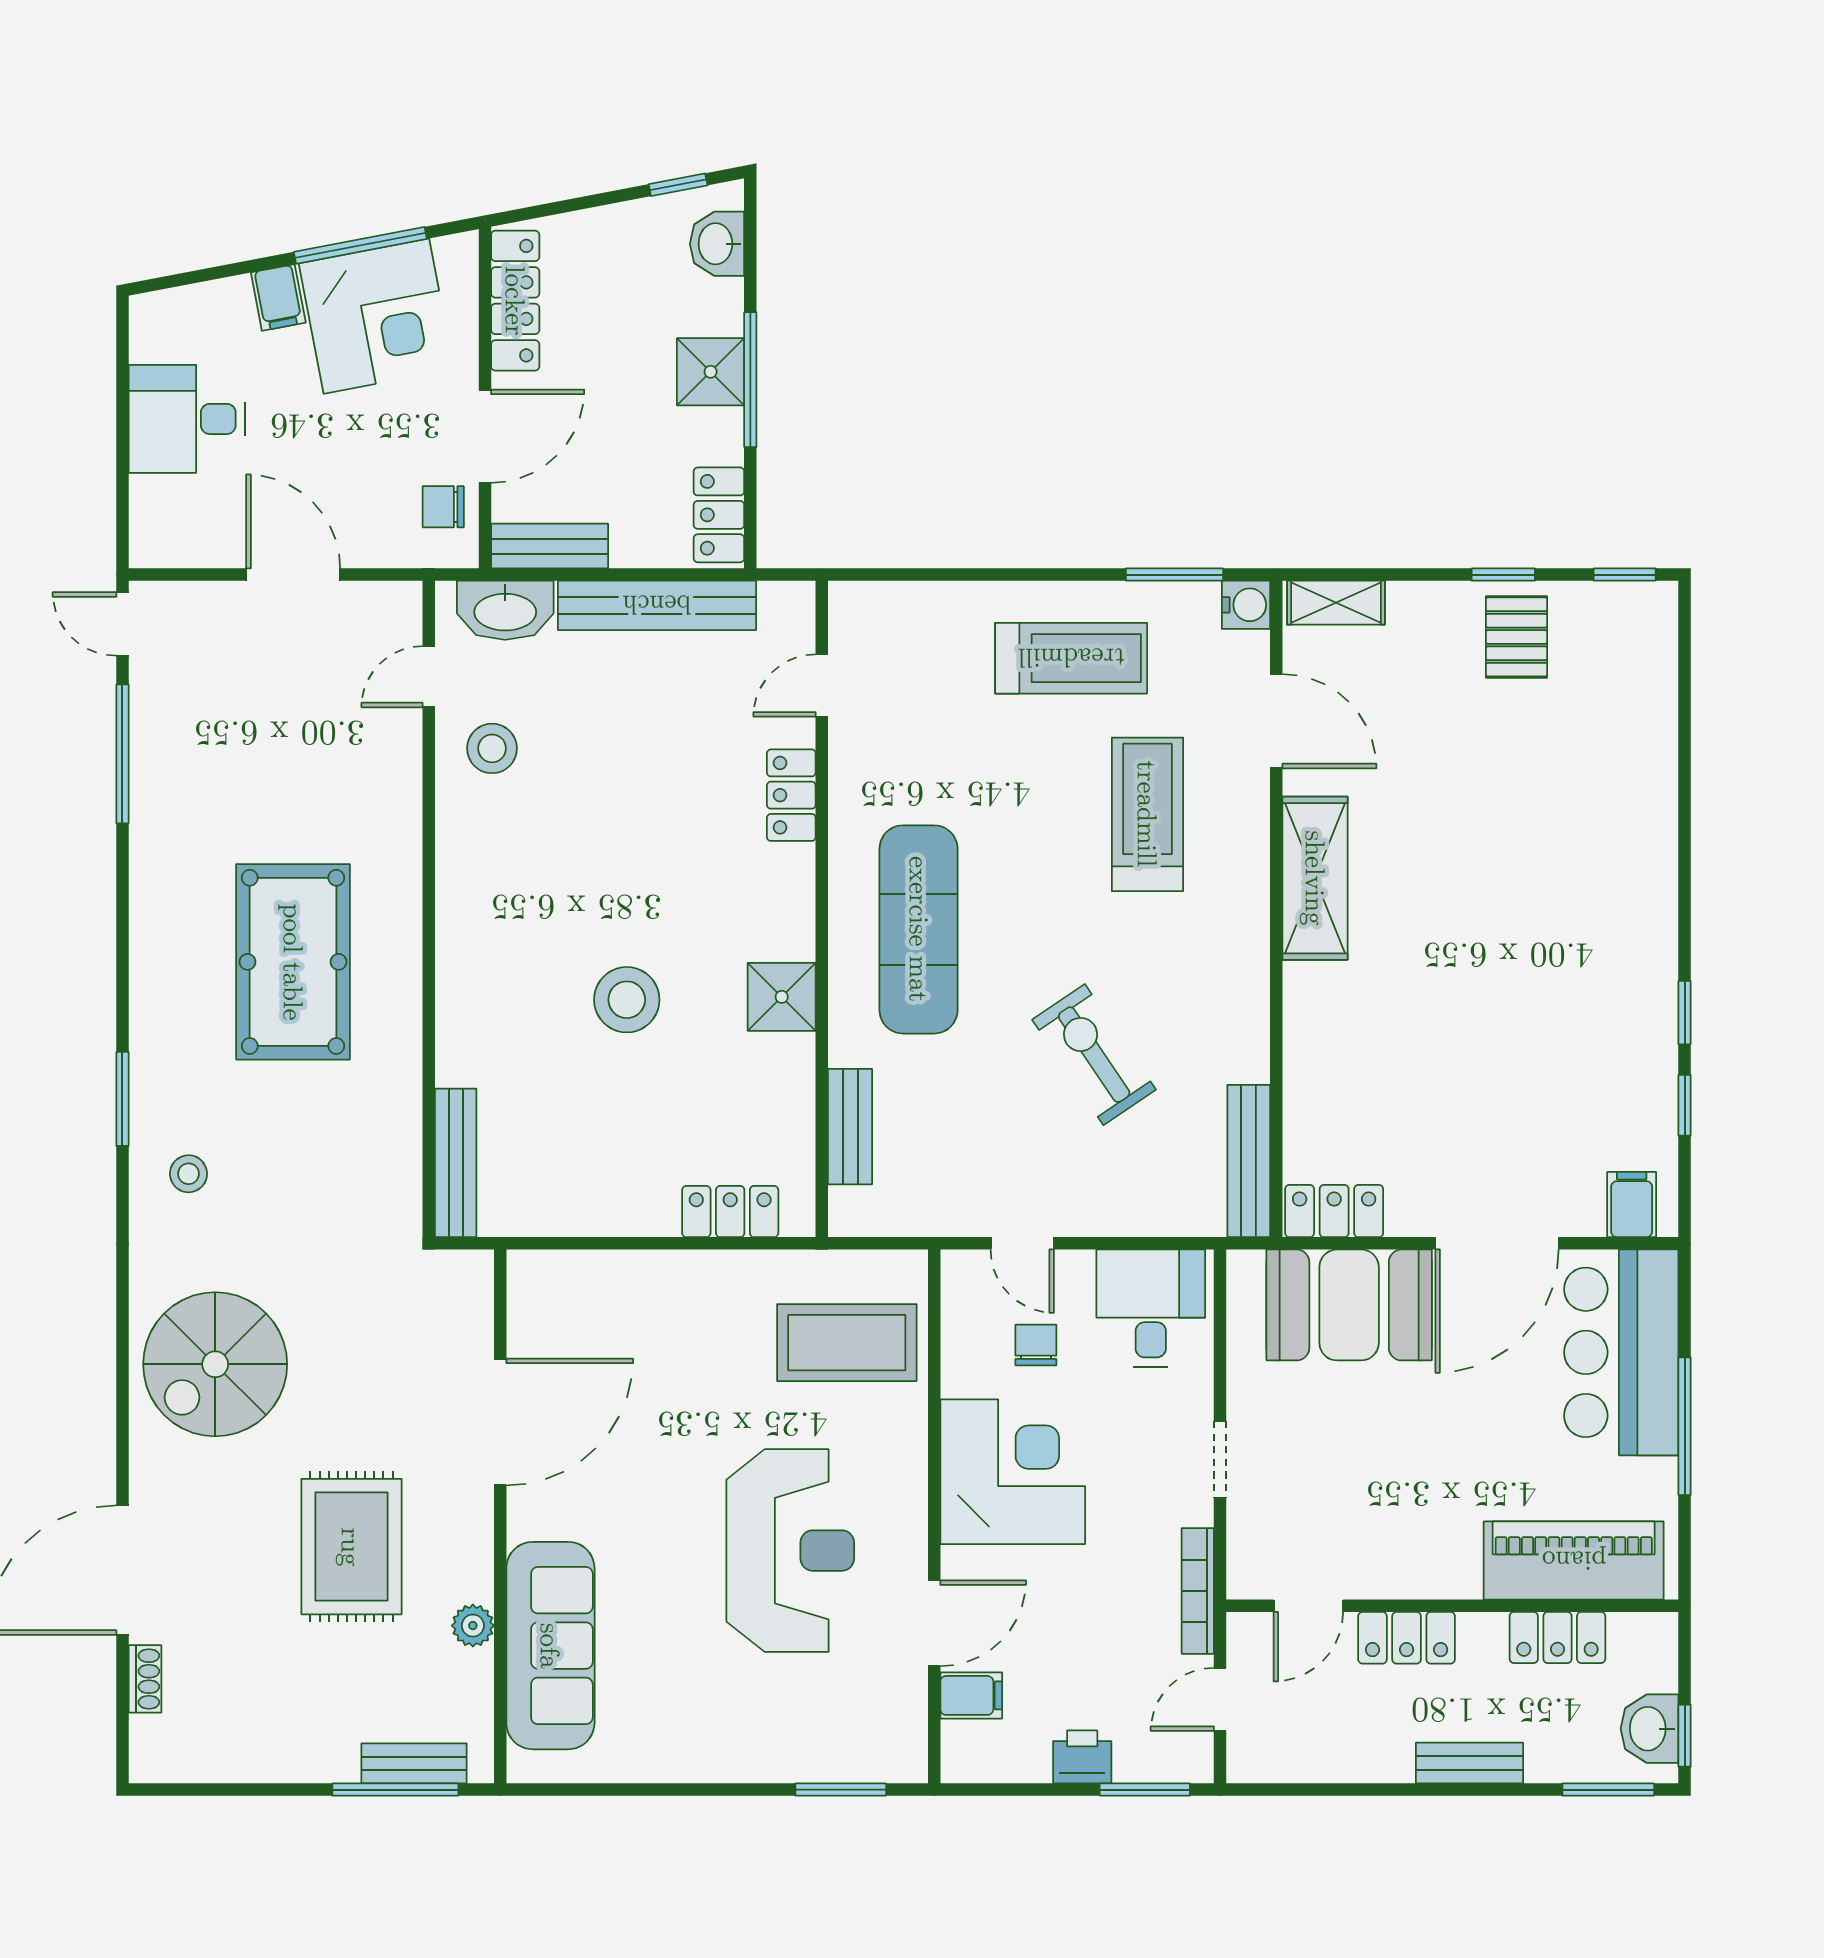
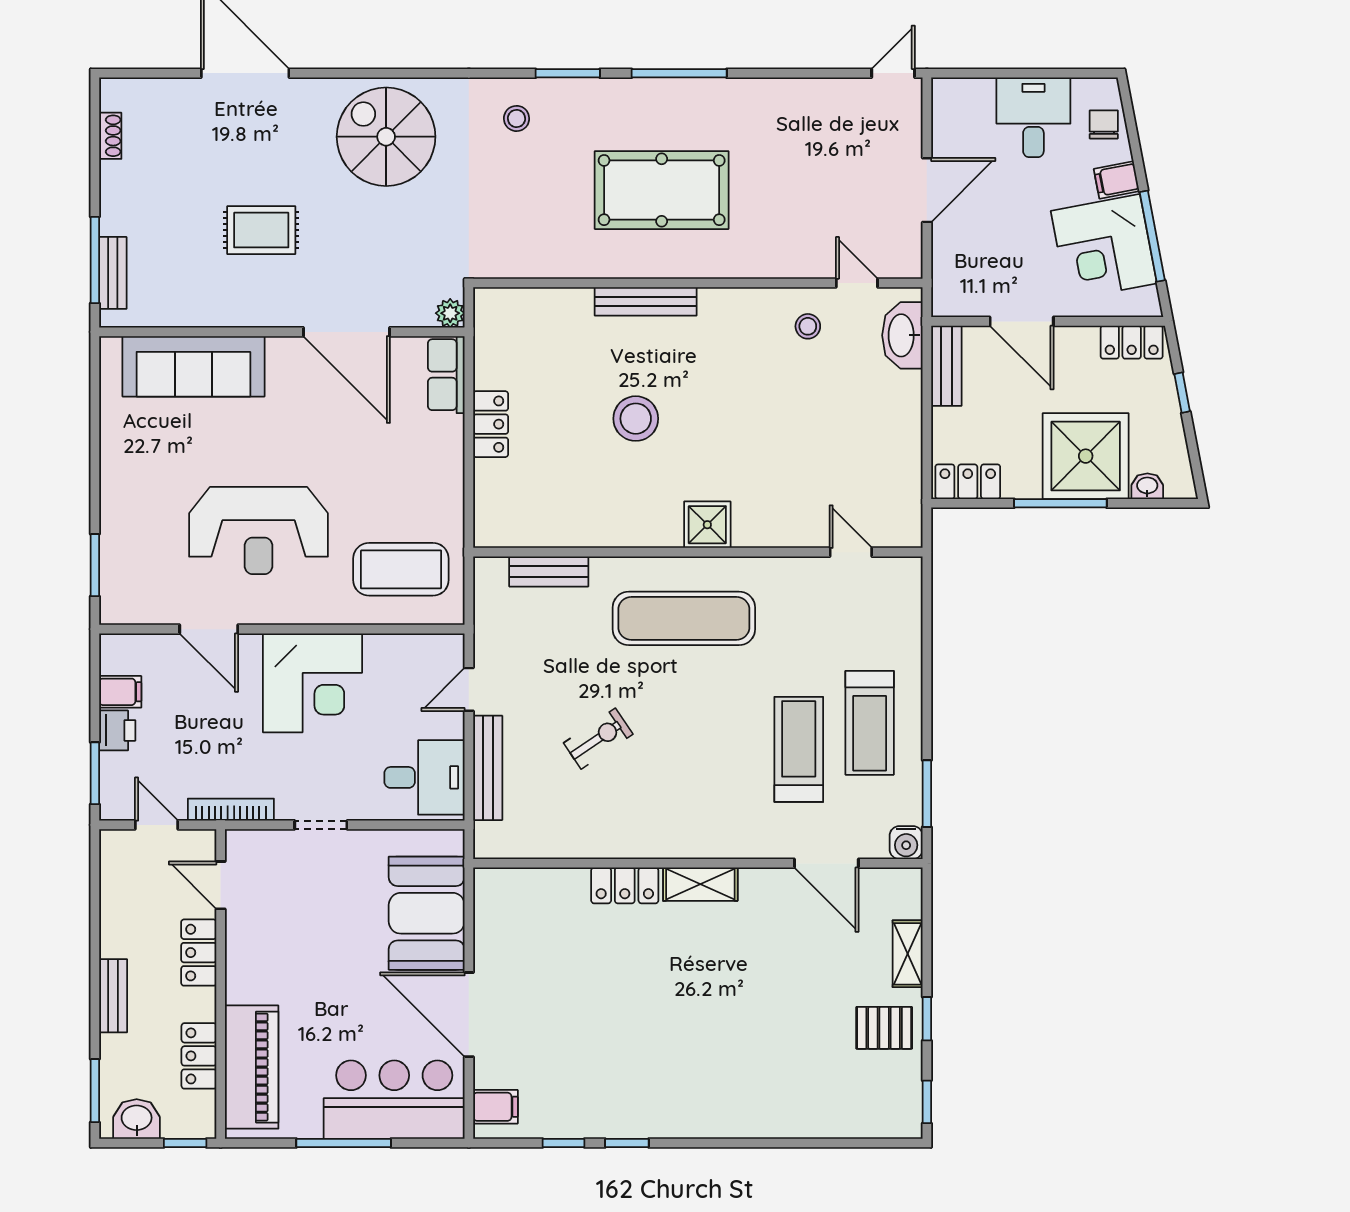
window: (678, 185) -> (1182, 393), moved
washbasin: (717, 244) -> (1147, 486), width x0.72, depth x0.69
locker: (515, 301) -> (1132, 342), width x0.66
shower: (711, 372) -> (1086, 456), width x1.86, depth x1.86
chair: (443, 507) -> (1104, 124), moved
shelving: (1336, 603) -> (908, 954), moved
bench: (657, 605) -> (906, 439), removed
door: (1276, 721) -> (826, 863), hinge flipped
stool: (492, 748) -> (808, 326), width x0.73, depth x0.73
window: (122, 754) -> (679, 73), moved
locker: (791, 795) -> (776, 531), removed
treadmill: (1147, 814) -> (799, 749), moved, turned -90
shelving: (1315, 878) -> (700, 884), width x0.67, depth x0.75
shower: (782, 997) -> (707, 525), moved
exercise bike: (1094, 1055) -> (598, 739), width x0.73, depth x0.72
bench: (1249, 1161) -> (488, 768), moved, turned 90
bench: (456, 1163) -> (646, 301), moved
locker: (1334, 1211) -> (625, 885), moved, turned 90
locker: (730, 1212) -> (491, 424), moved
row of seats: (563, 1276) -> (446, 375), added
coffee table: (847, 1343) -> (401, 569), turned 90
chair: (1036, 1345) -> (399, 699), removed
rug: (351, 1547) -> (261, 230), width x0.73, depth x0.70
plant: (473, 1626) -> (450, 313), moved
shoe rack: (145, 1679) -> (110, 136), moved, turned -90
filing cabinet: (971, 1695) -> (120, 692), moved, turned -90
window: (1685, 1736) -> (185, 1143), moved

